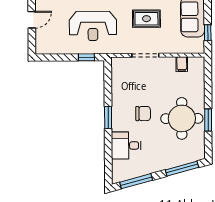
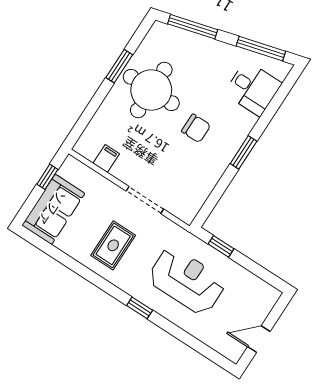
rug: (146, 19) -> (113, 245), turned 90
chair: (143, 114) -> (196, 128), turned 180
desk: (126, 145) -> (253, 88), moved

